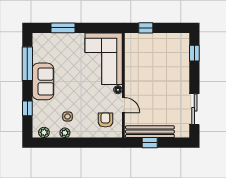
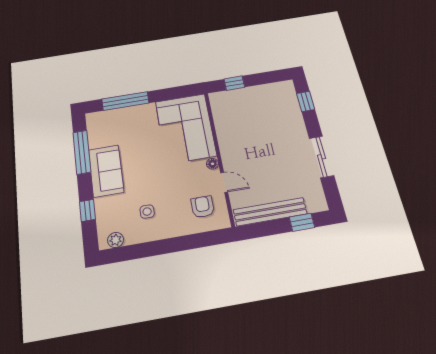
window: (63, 28) -> (125, 101), width x1.44
sliding door: (194, 109) -> (321, 157), moved
plant: (65, 133) -> (146, 235), removed
window: (150, 143) -> (302, 222), moved

